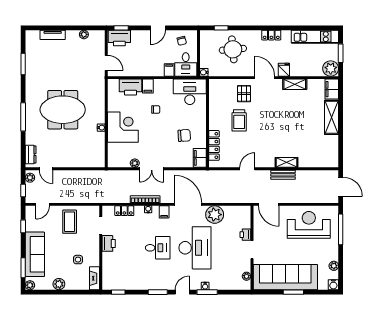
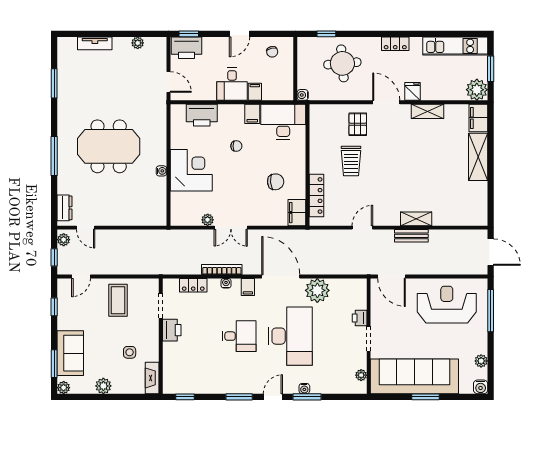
desk: (186, 64) -> (232, 84), moved
filing cabinet: (148, 86) -> (252, 114), moved
sofa: (35, 254) -> (70, 353), width x0.73

